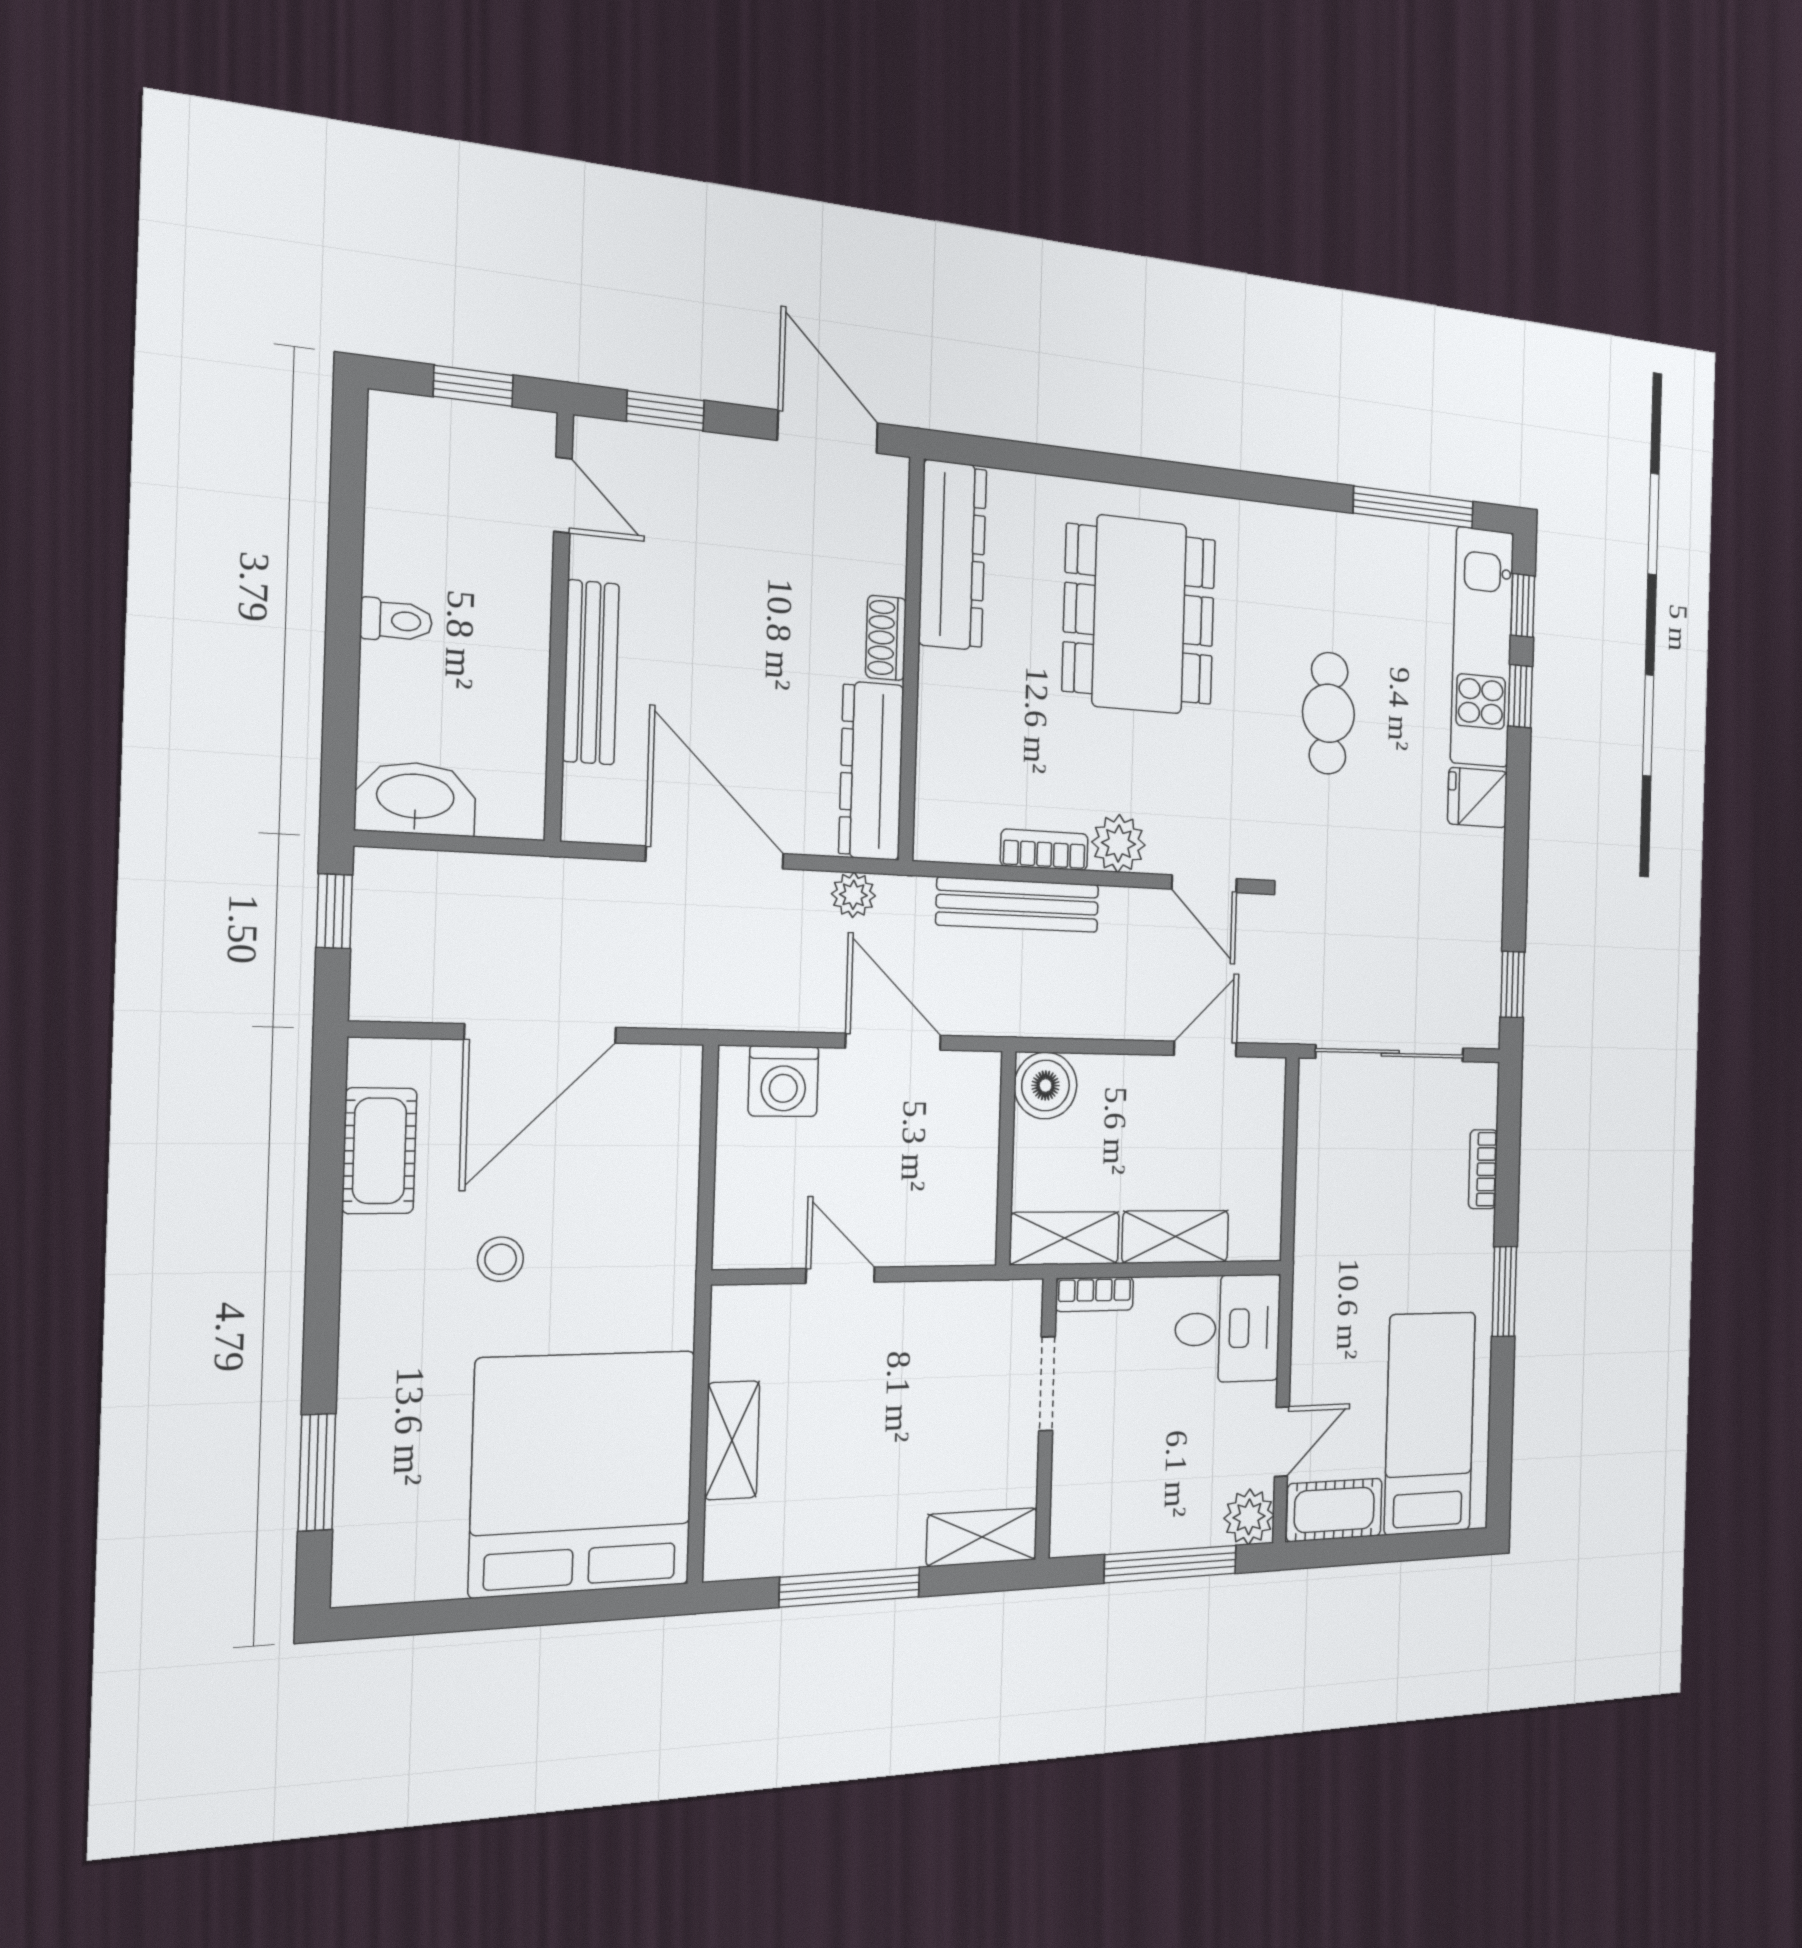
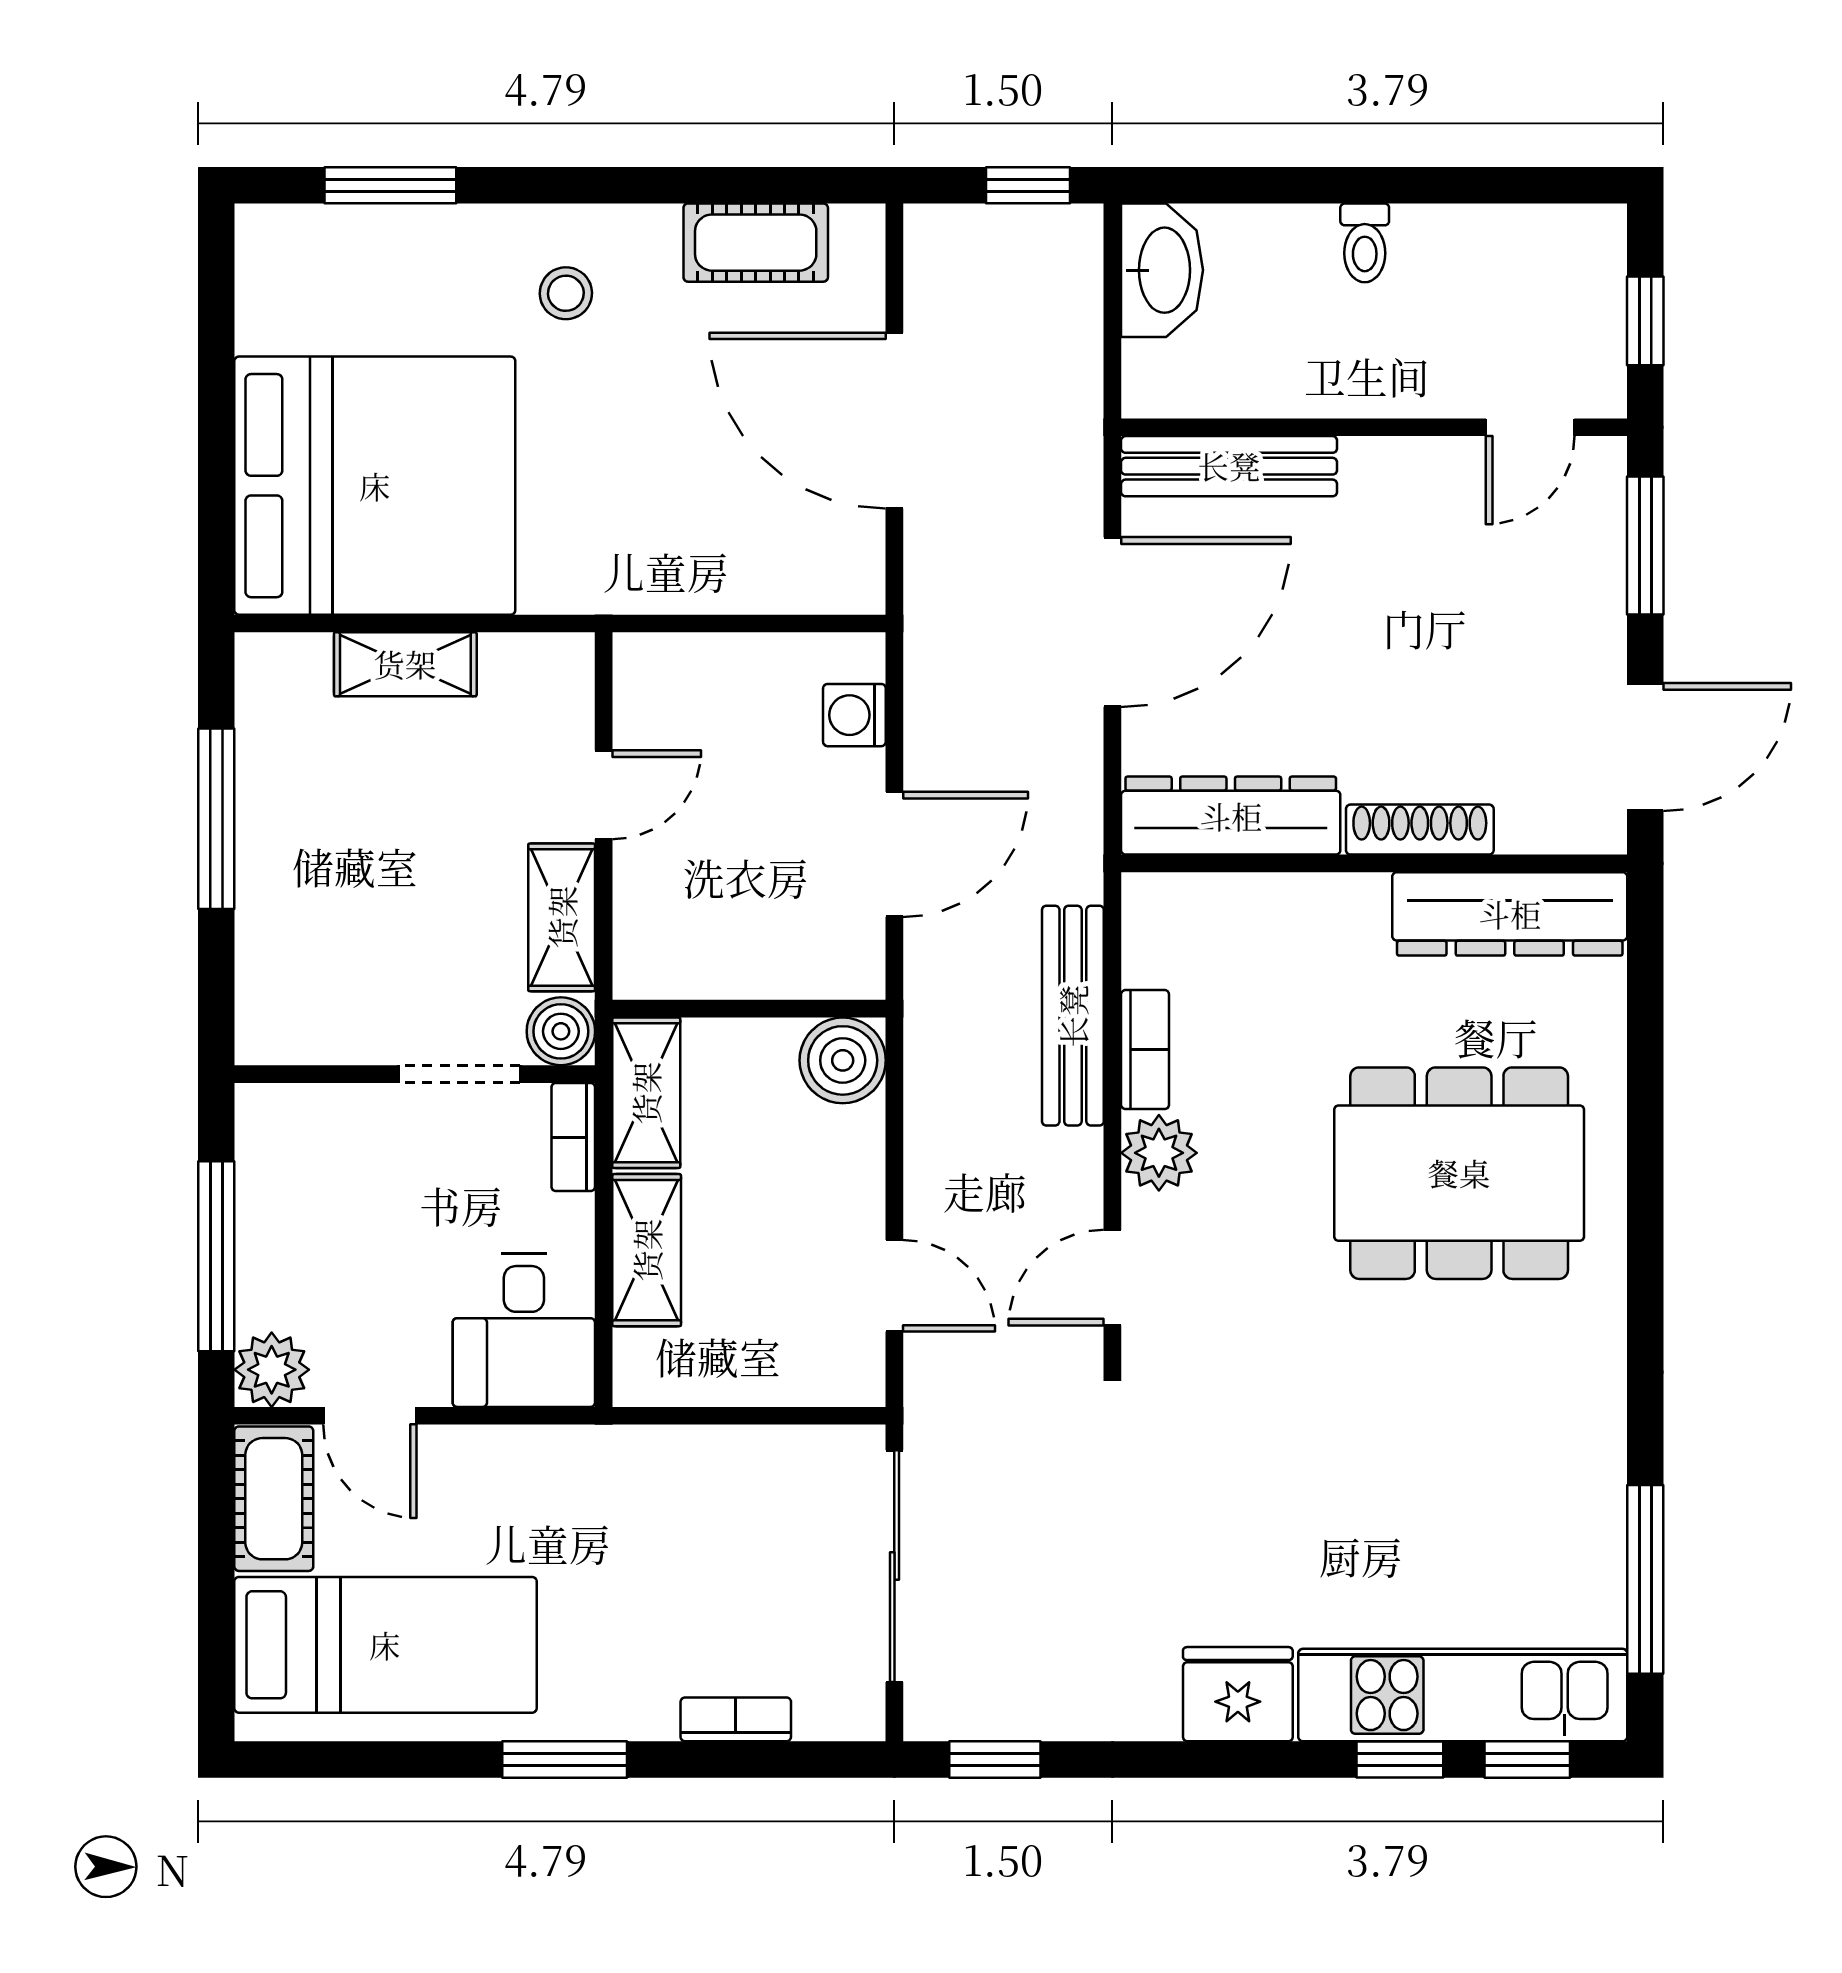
window: (665, 411) -> (1645, 545), width x1.50
shoe rack: (886, 638) -> (1420, 830), width x1.43
bench: (591, 672) -> (1229, 466), moved
cafe table: (1329, 713) -> (1352, 1456), removed
fridge: (1478, 798) -> (1238, 1694), width x1.38
plant: (853, 895) -> (1075, 797), removed
washing machine: (783, 1081) -> (854, 715), width x0.73, depth x0.73
stool: (501, 1259) -> (566, 293), moved
boiler: (1018, 1306) -> (561, 1031), added
shelving: (982, 1537) -> (562, 917), moved

